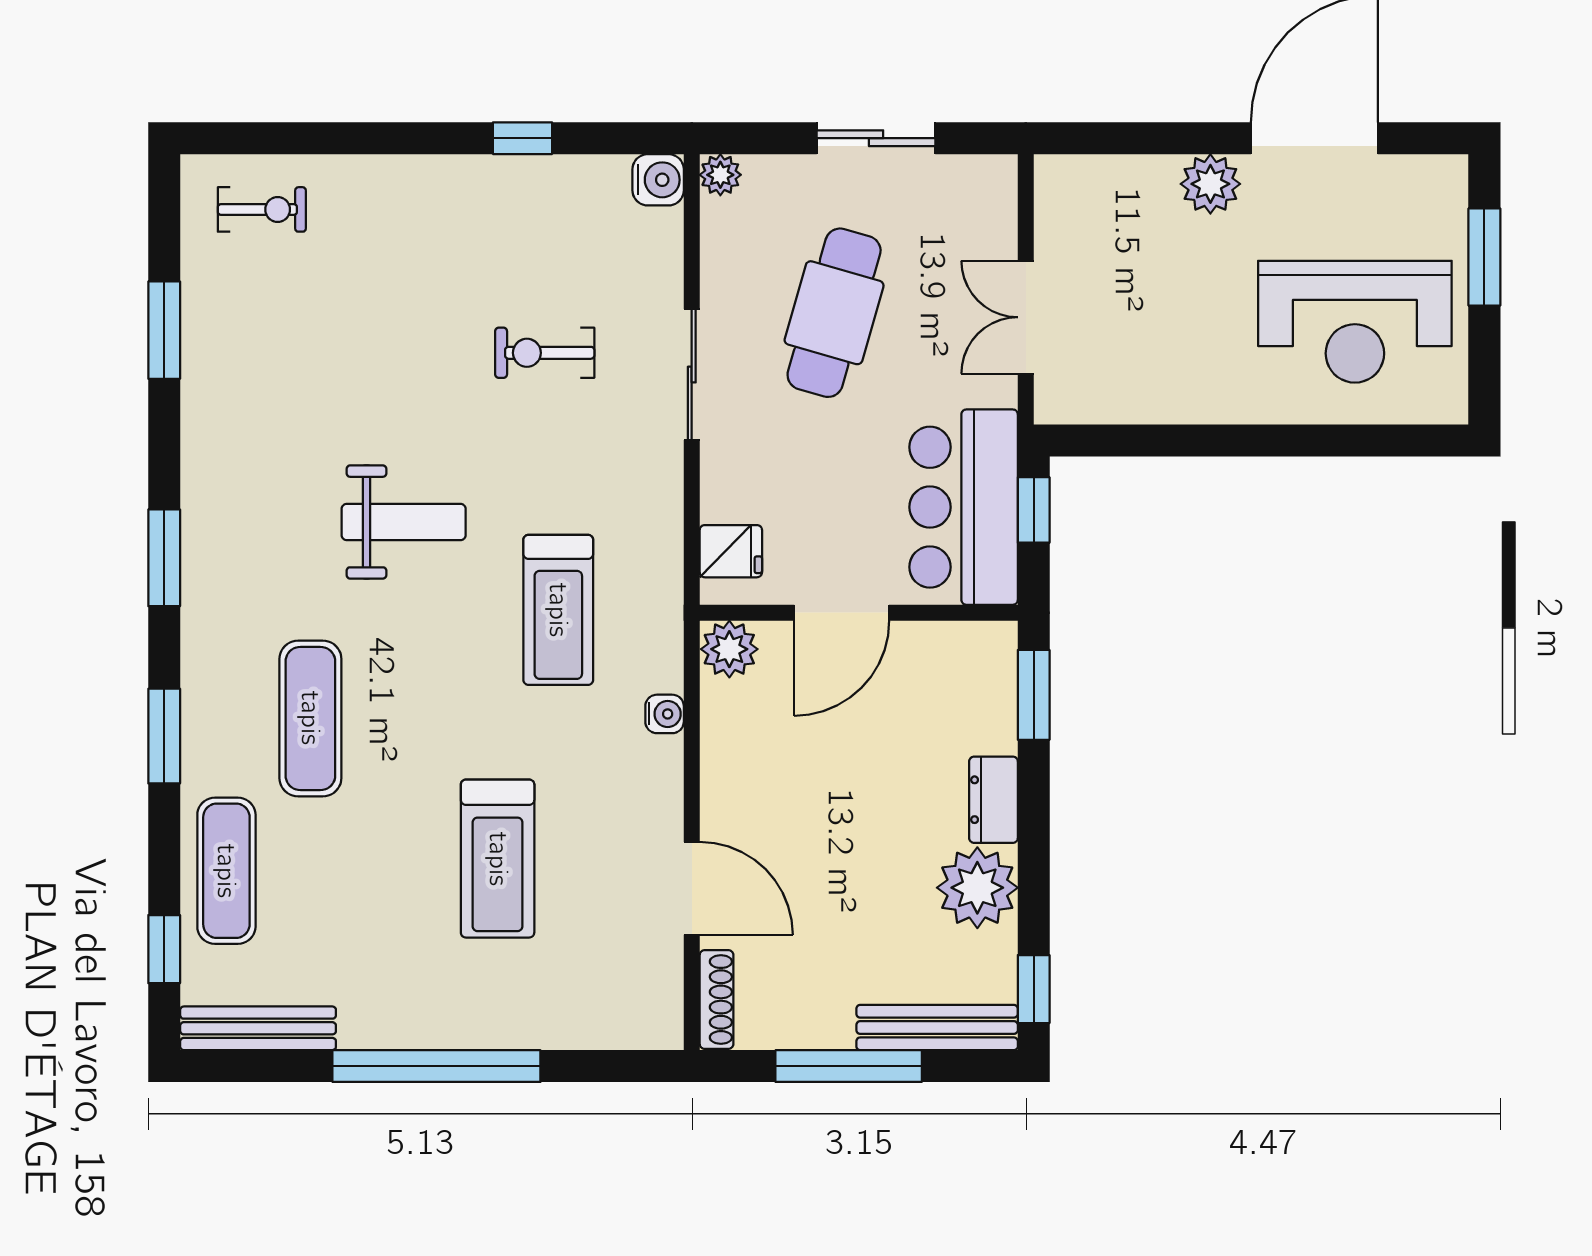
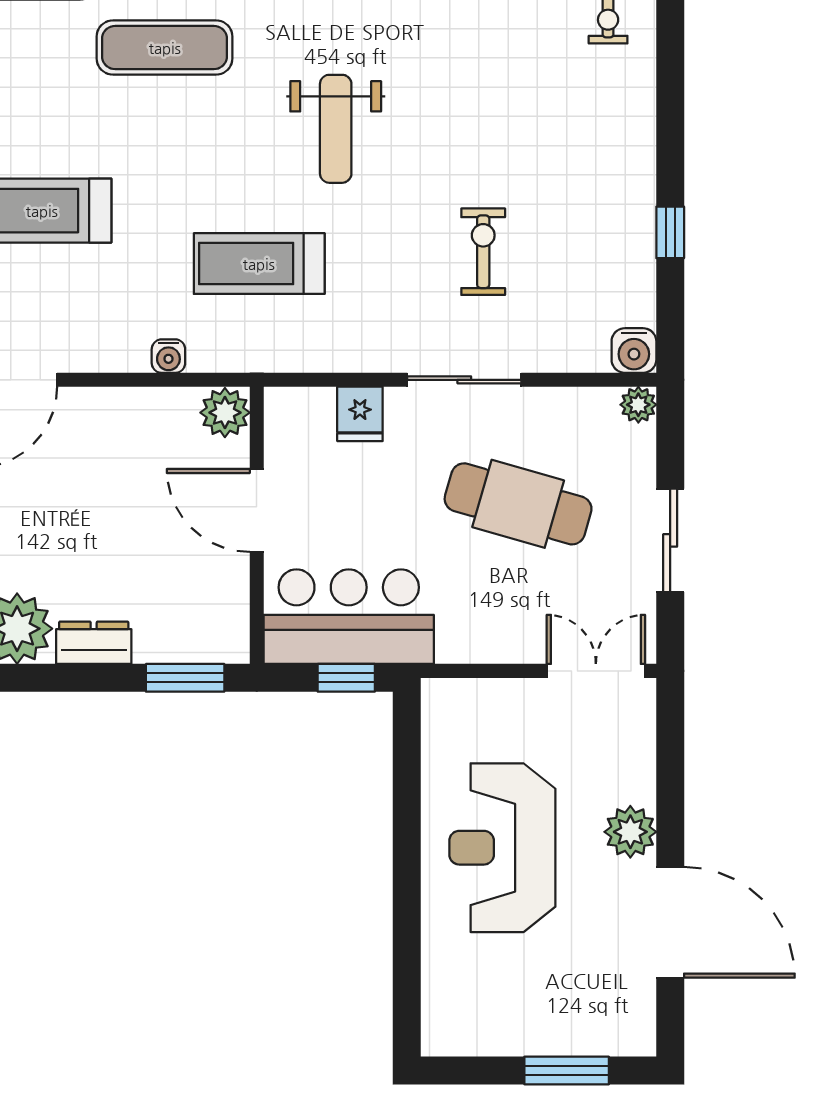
double door: (1026, 317) -> (596, 671), moved
reception desk: (1355, 322) -> (502, 848), moved
fridge: (731, 551) -> (360, 414), moved

